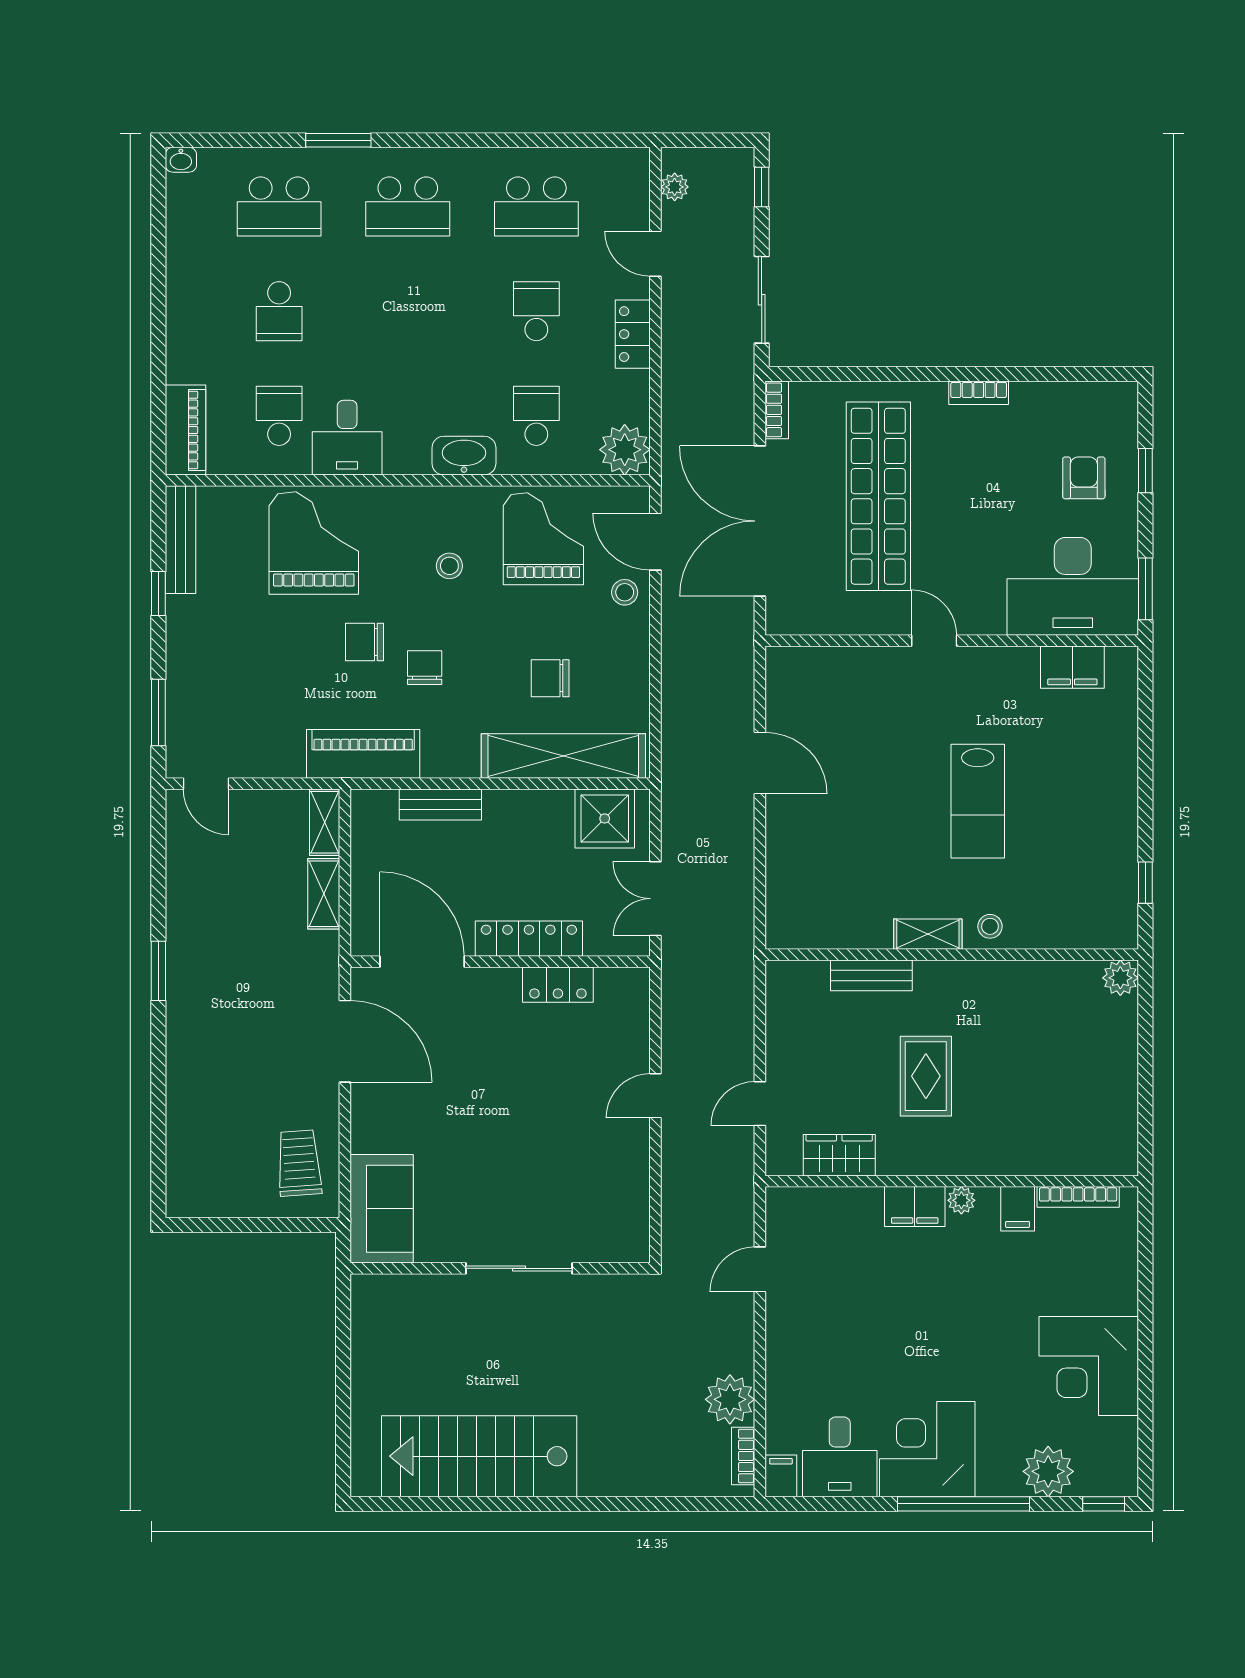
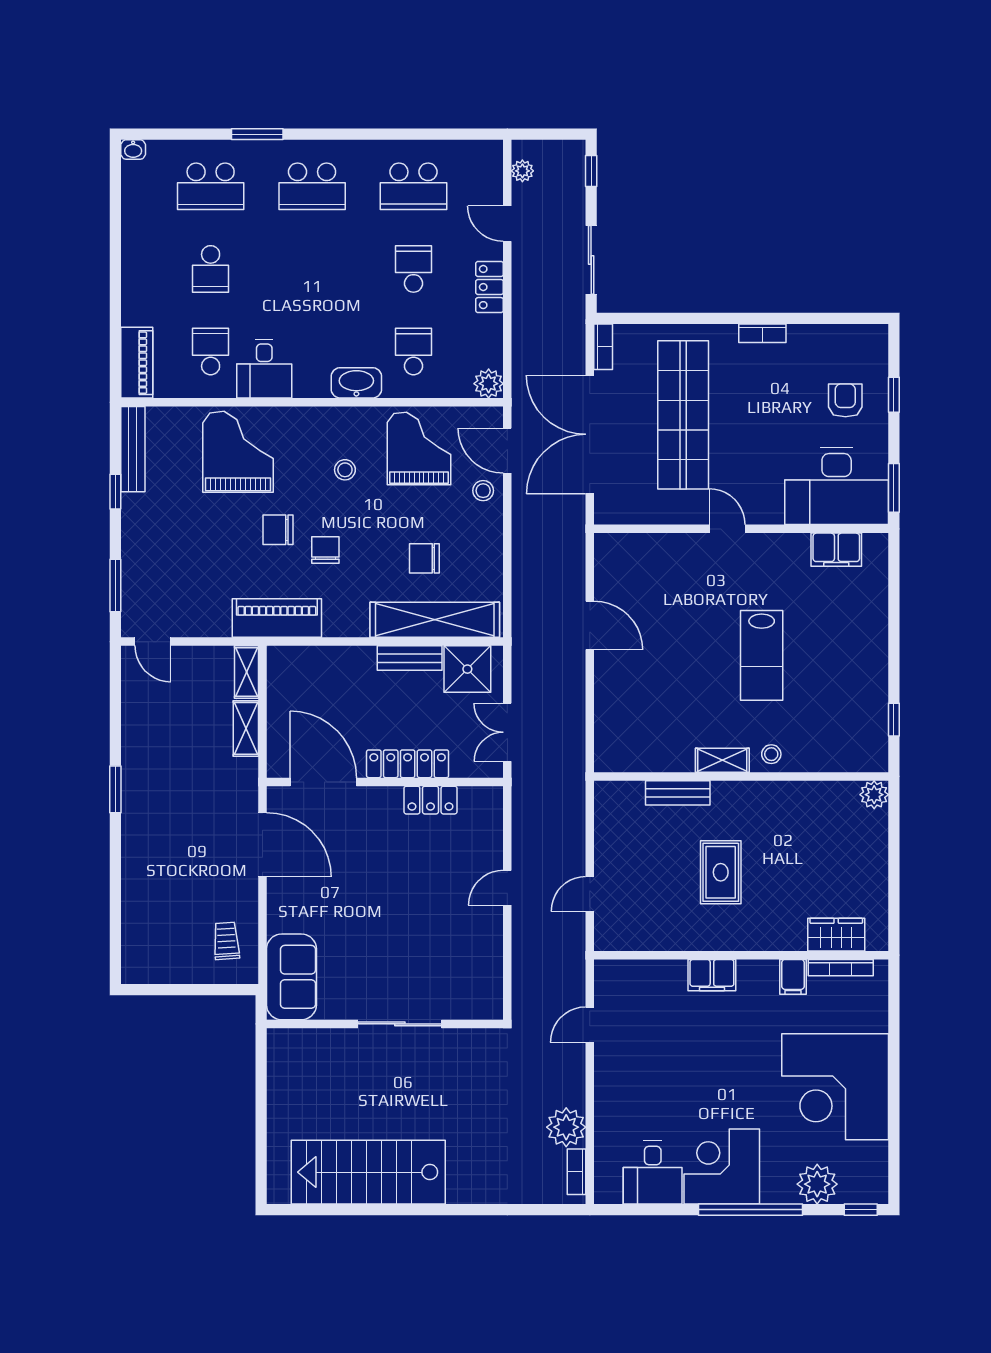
plant: (625, 450) -> (489, 384), width x0.73, depth x0.73
bench: (440, 805) -> (410, 658), moved
wardrobe: (839, 1155) -> (836, 935), moved
trolley: (299, 1163) -> (226, 941), width x0.73, depth x0.72
plant: (961, 1200) -> (749, 970), removed
corner desk: (1089, 1366) -> (835, 1087), width x1.36, depth x1.36
filing cabinet: (781, 1476) -> (606, 1188), removed

